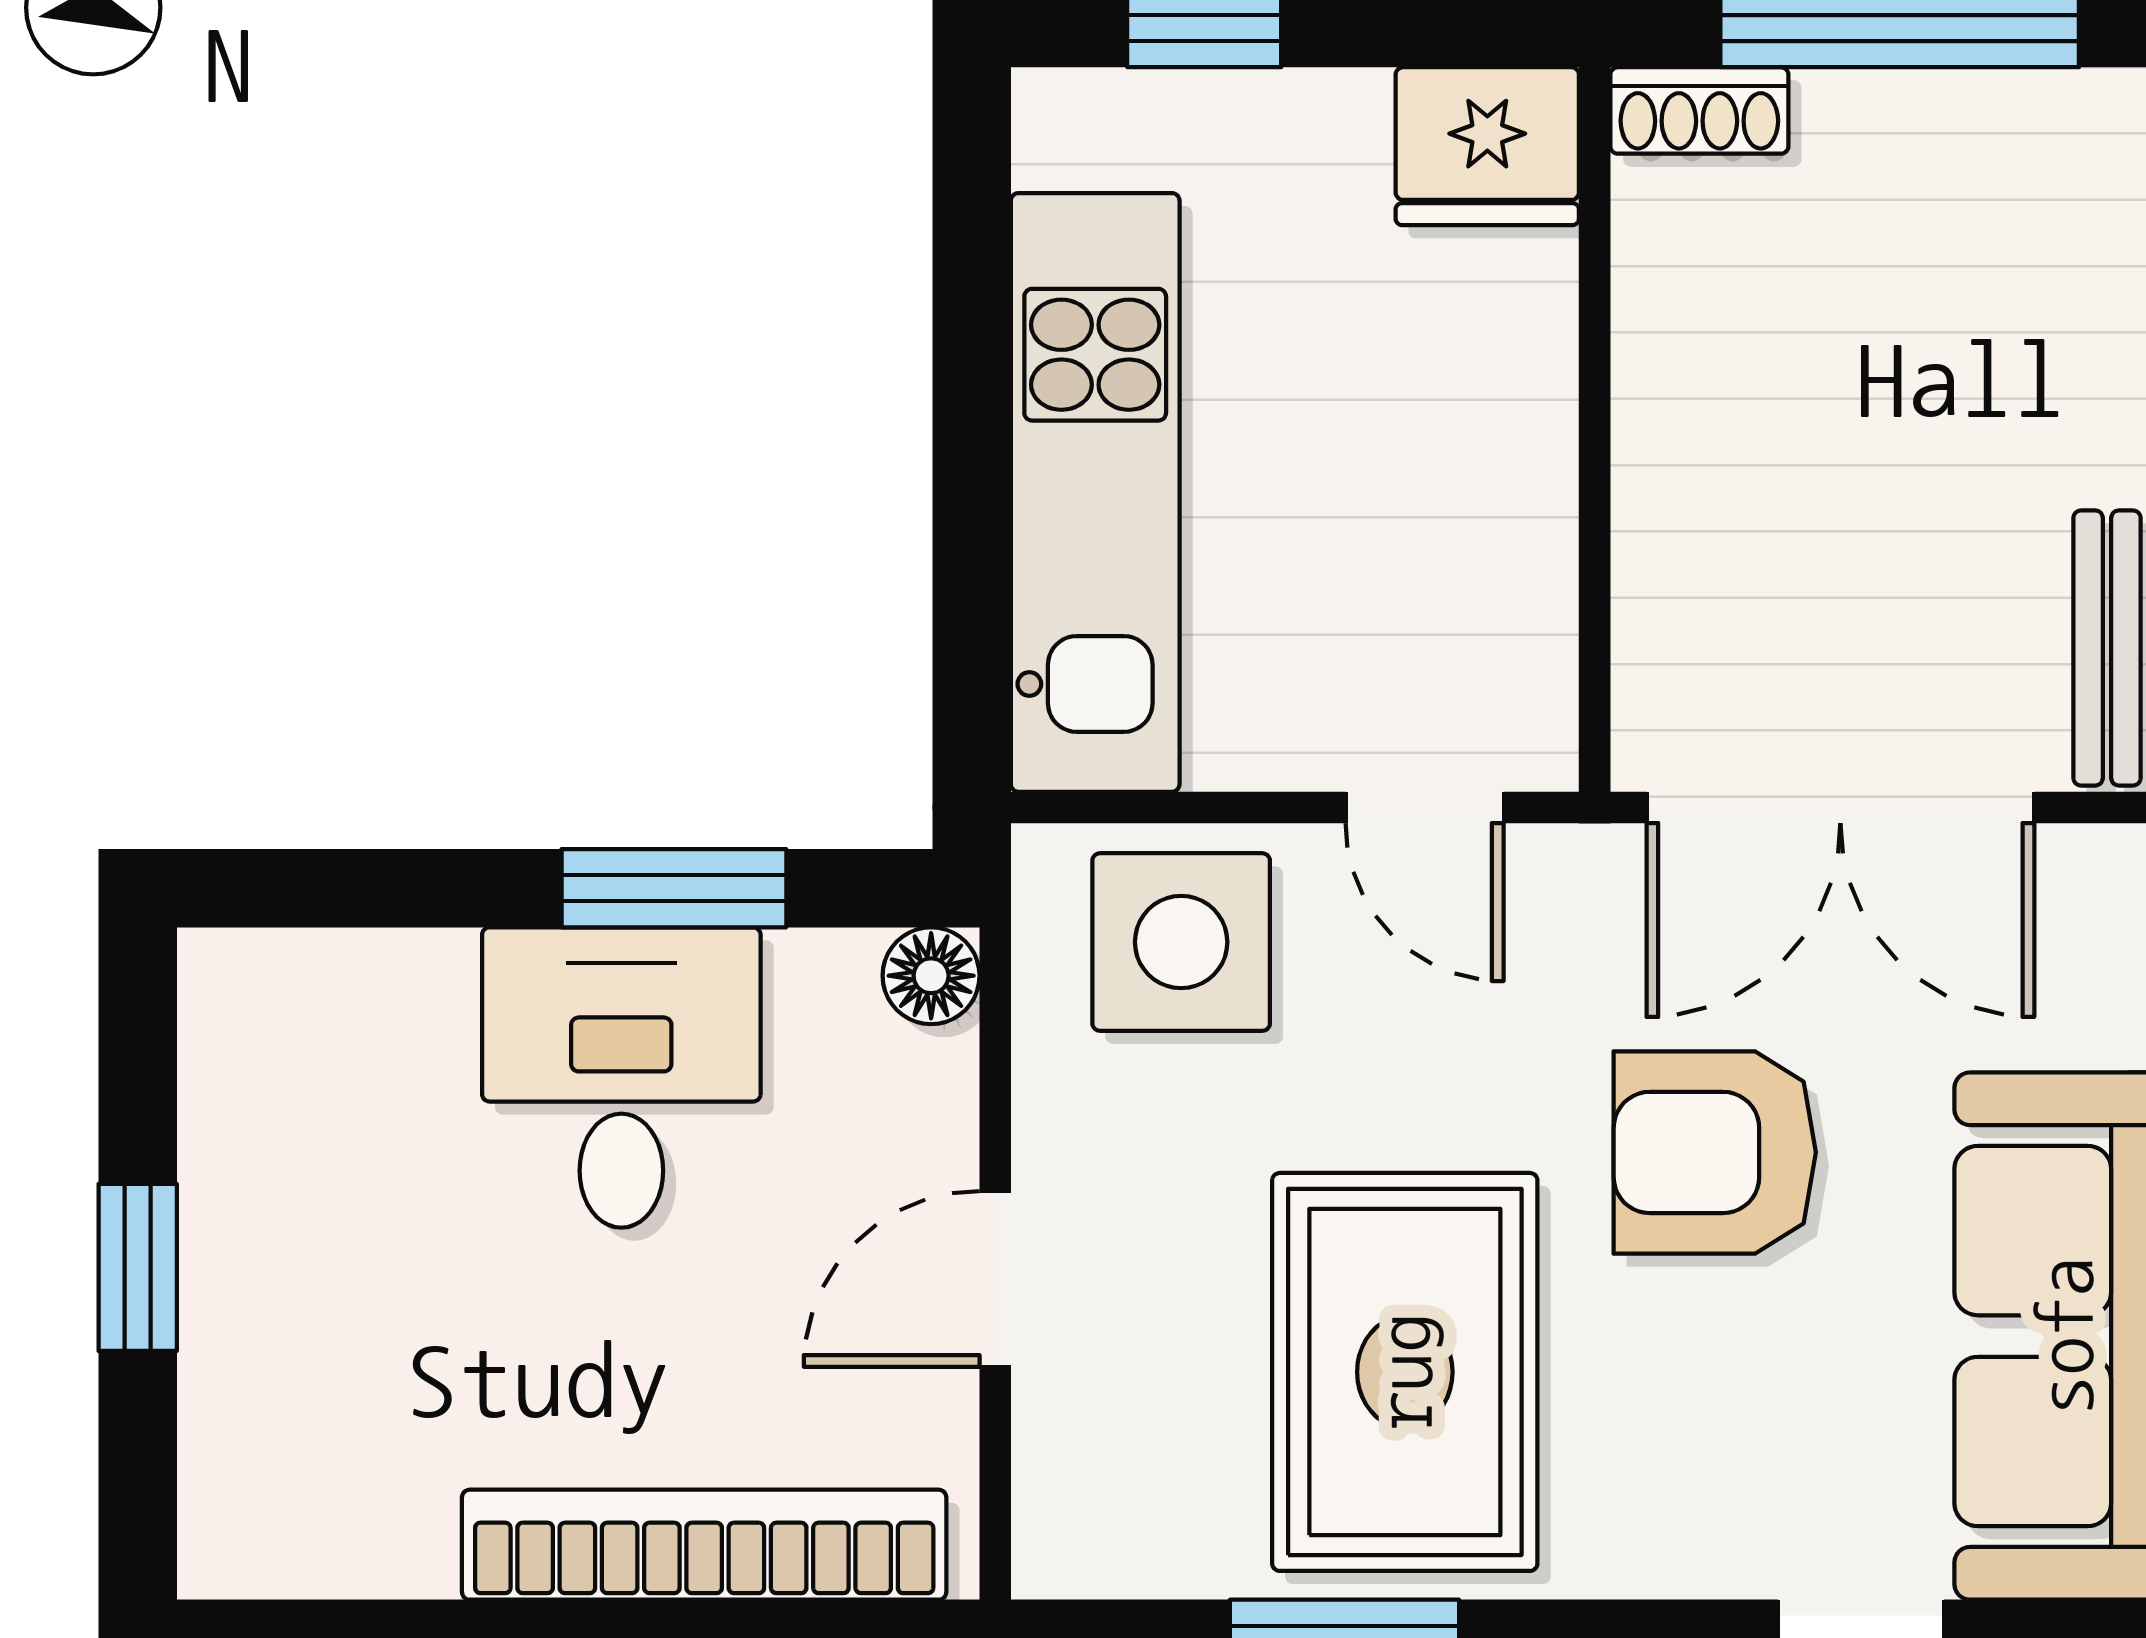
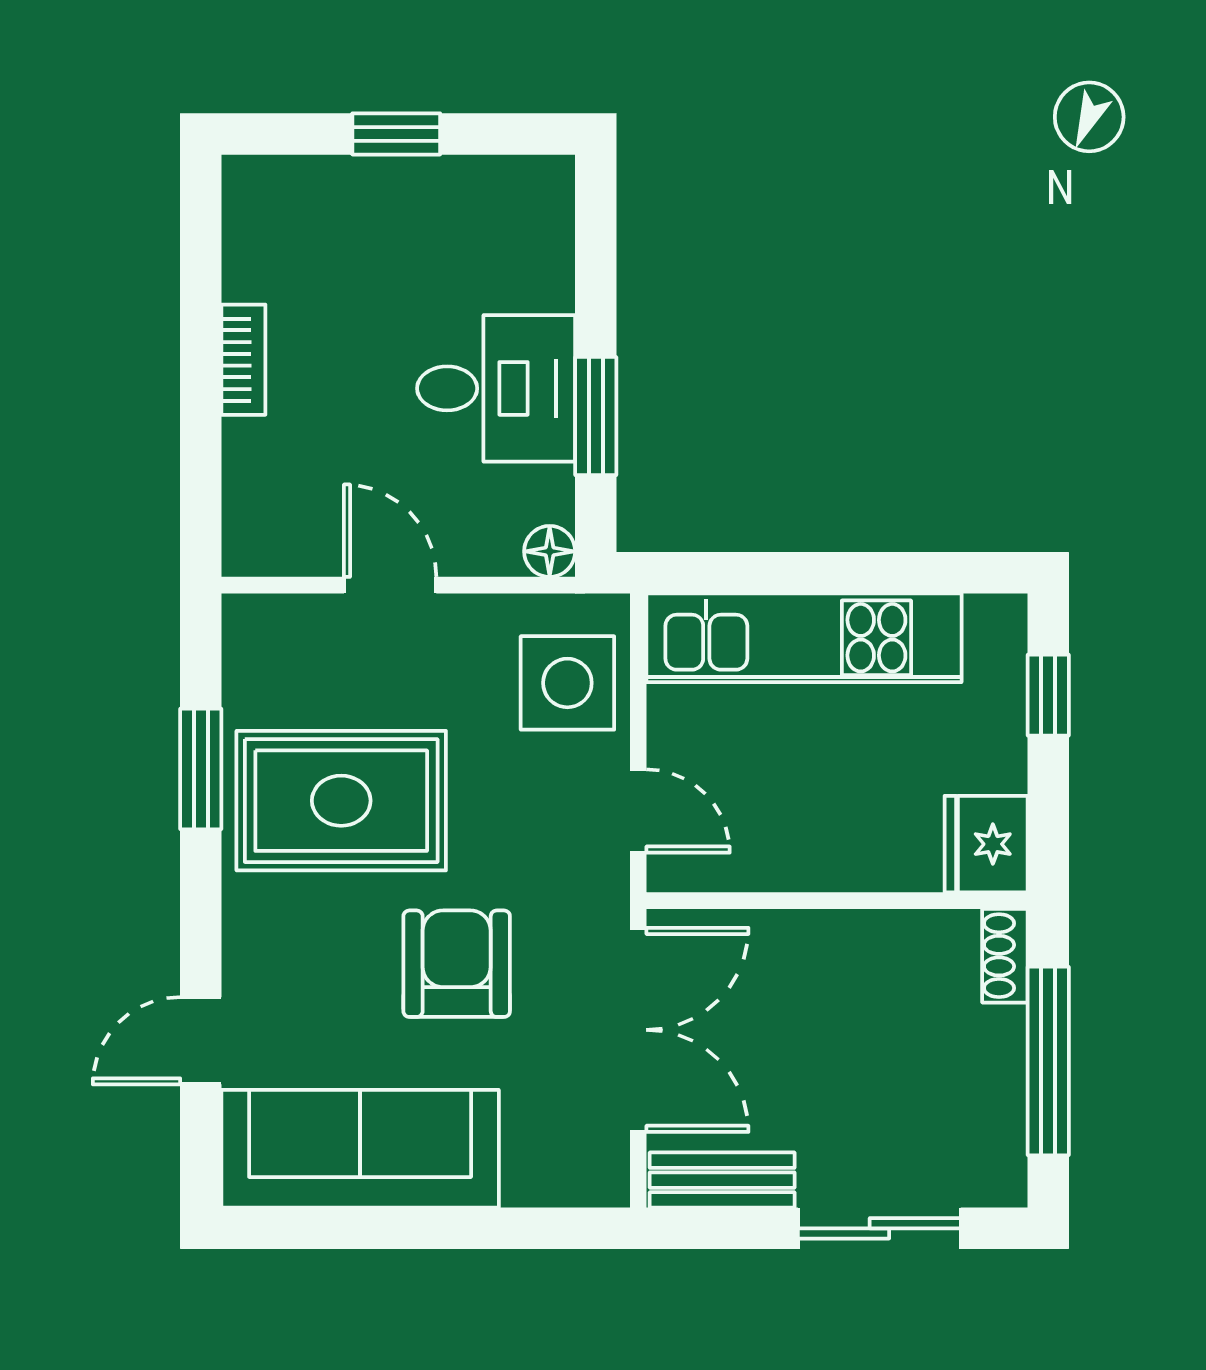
door: (1425, 807) -> (638, 811), swing flipped
double door: (1840, 807) -> (638, 1030), swing flipped
bookcase: (704, 1545) -> (243, 360), width x0.43, depth x0.76

